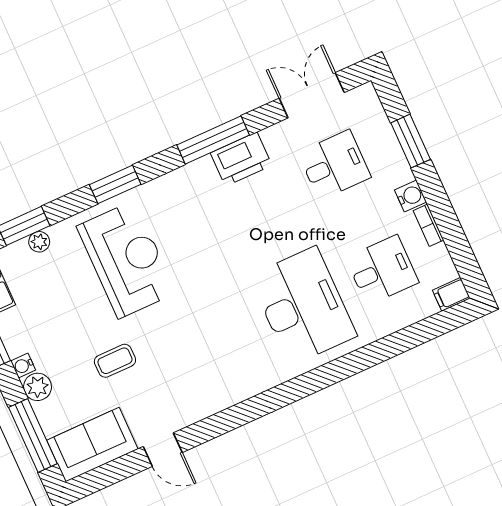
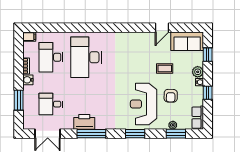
desk: (382, 270) -> (51, 57), width x1.37
armchair: (74, 306) -> (171, 96), added
window: (33, 436) -> (208, 55), width x0.46
door: (163, 450) -> (162, 28), swing flipped

